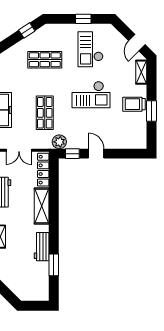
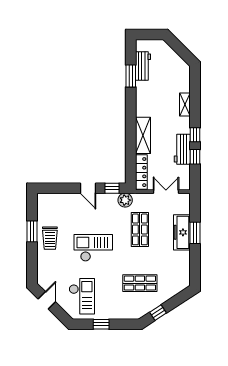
checkout: (91, 49) -> (82, 296), moved
shelving: (141, 72) -> (42, 271), removed
trolley: (134, 104) -> (50, 238), turned 90
workbench: (42, 247) -> (143, 66), moved

